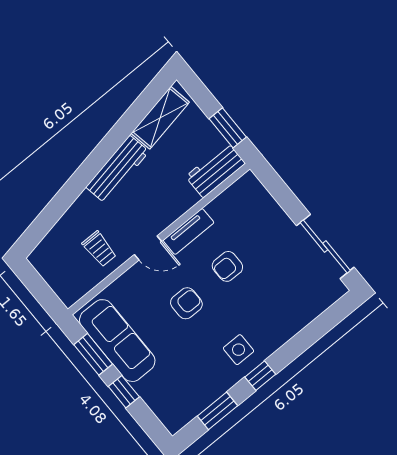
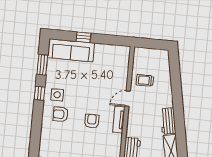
workbench: (117, 169) -> (168, 121), width x0.73
armchair: (186, 303) -> (61, 114), moved, turned 90
sofa: (117, 341) -> (71, 50), moved
window: (93, 354) -> (108, 40), removed

